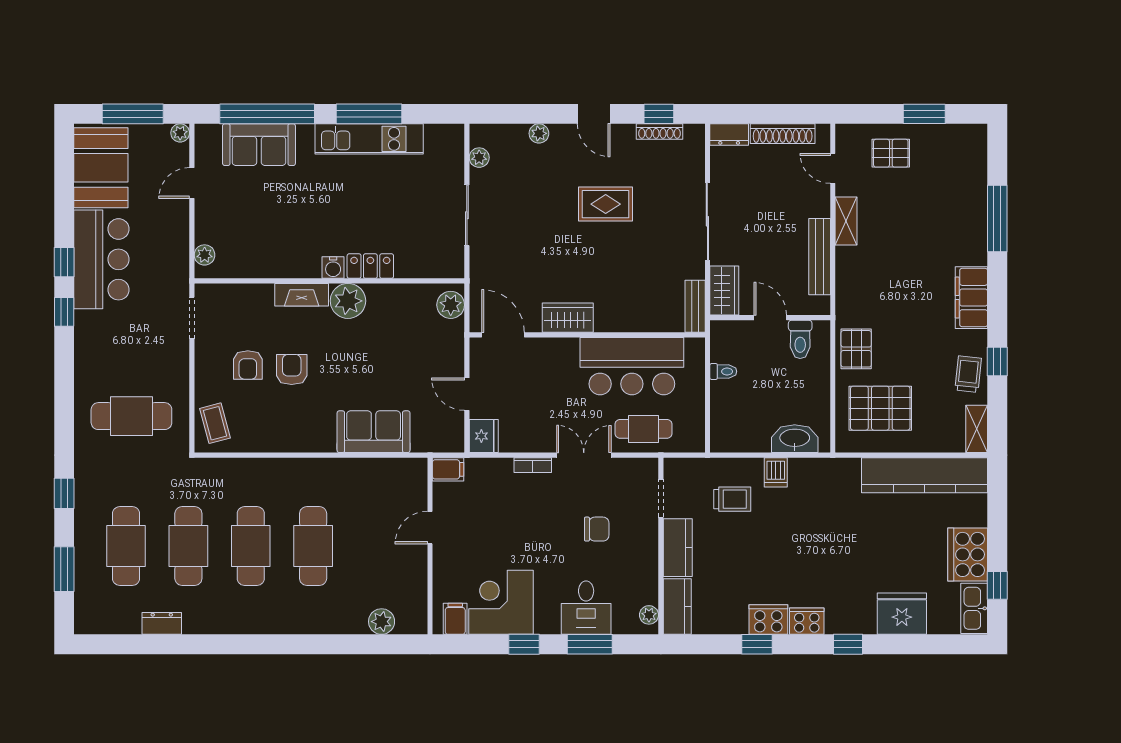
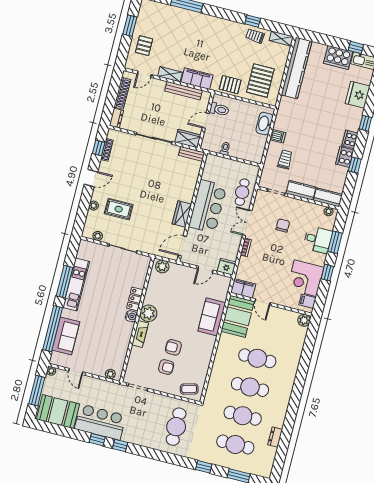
rug: (606, 204) -> (119, 209), moved, turned 90
filing cabinet: (971, 298) -> (197, 79), moved, turned 180
bar counter: (632, 366) -> (208, 206), moved
filing cabinet: (448, 469) -> (243, 288), width x2.00
booth: (388, 484) -> (238, 316), added
plant: (382, 622) -> (304, 320), moved

